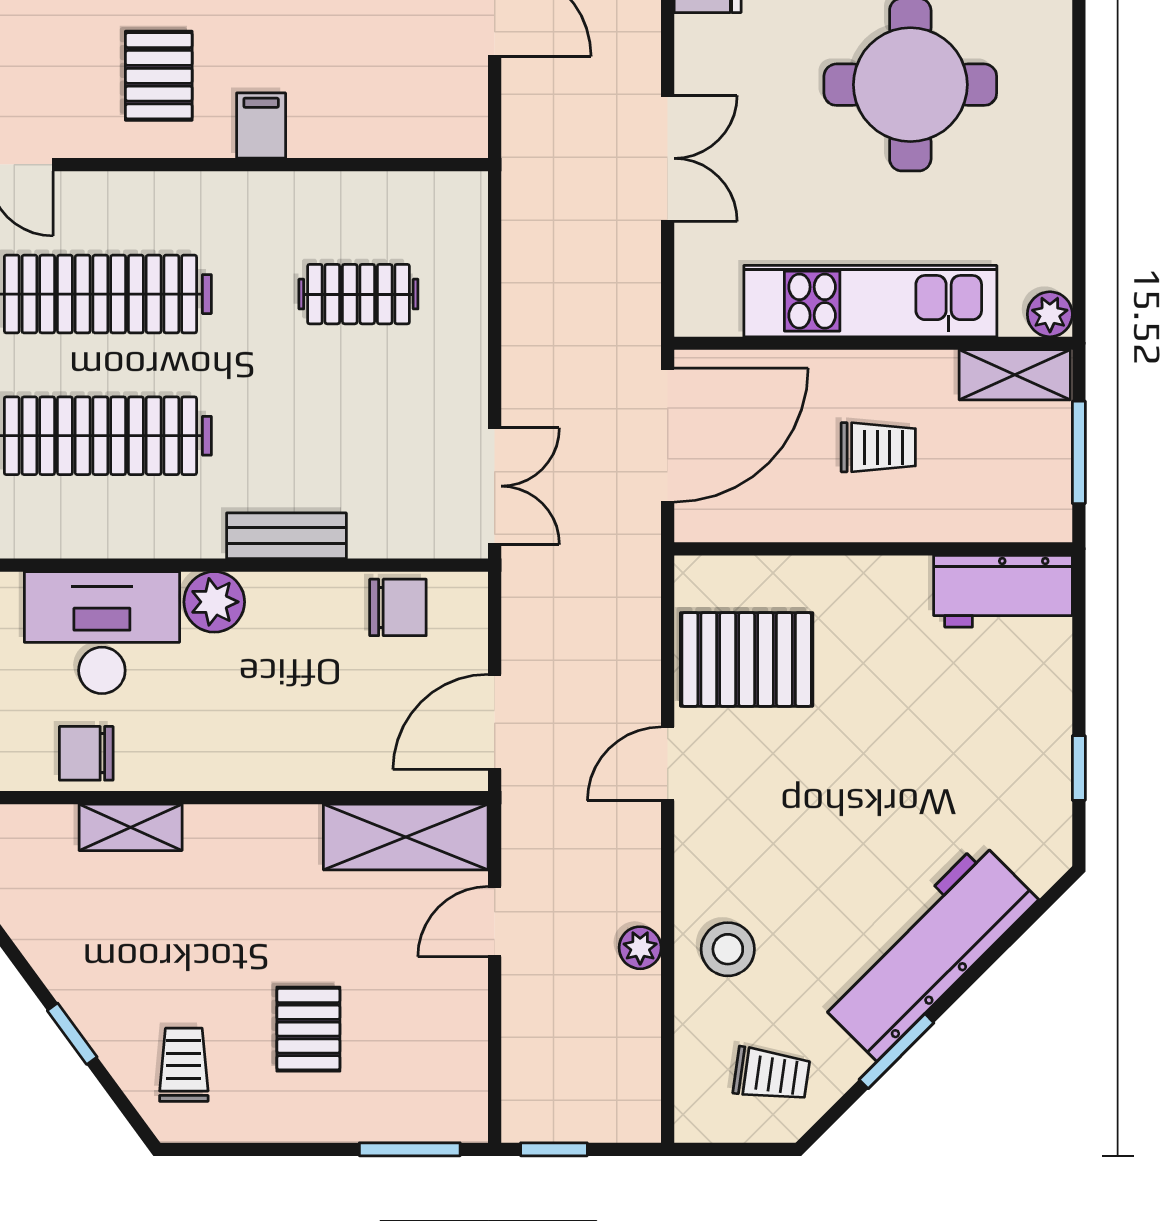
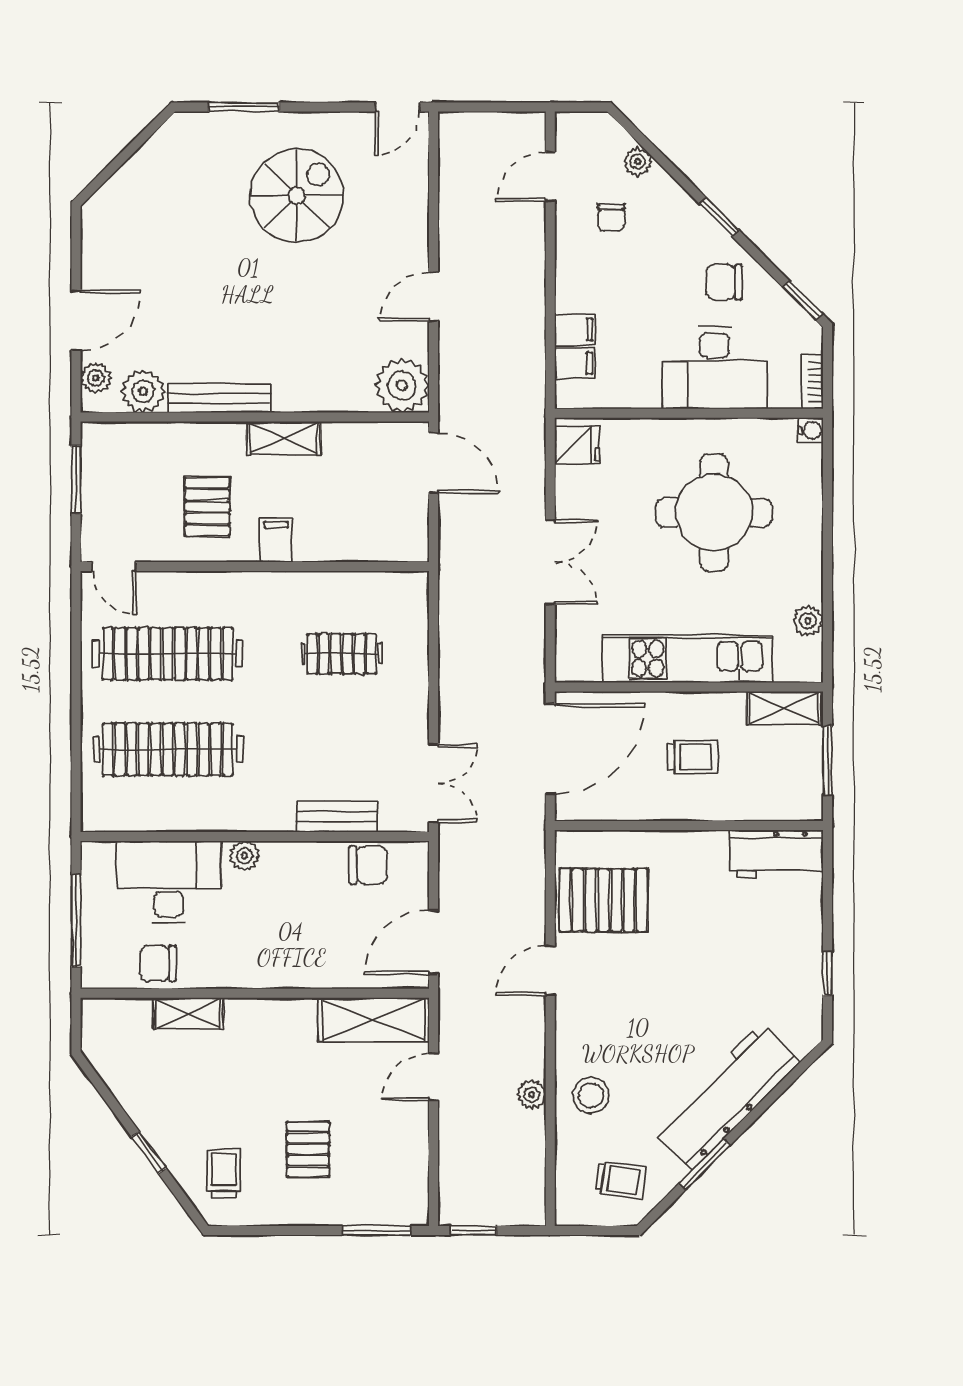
plant: (1050, 314) -> (808, 621), moved
bench: (286, 536) -> (337, 817), moved
plant: (214, 602) -> (245, 856), width x0.73, depth x0.73

